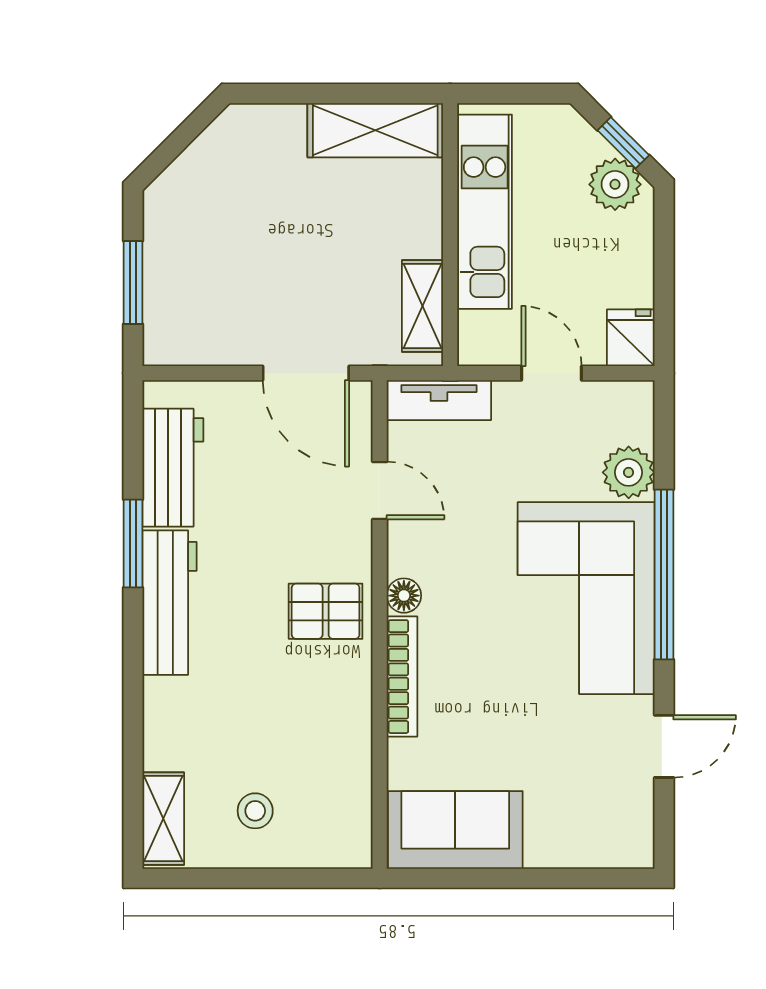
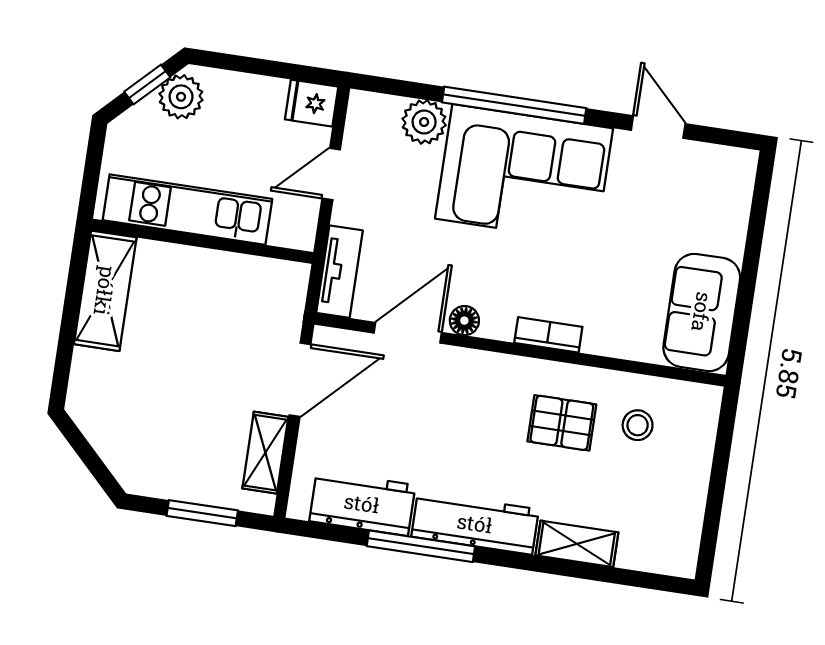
shelving: (422, 306) -> (265, 453), moved, turned 90
door: (380, 490) -> (408, 333), width x1.38
window: (133, 544) -> (421, 546), width x1.44
floor lamp: (404, 596) -> (464, 321), moved
pallet: (326, 611) -> (562, 423), moved, turned 90
bookcase: (402, 677) -> (548, 335), width x0.64
stool: (255, 811) -> (638, 425), moved
shelving: (163, 819) -> (577, 544), moved

